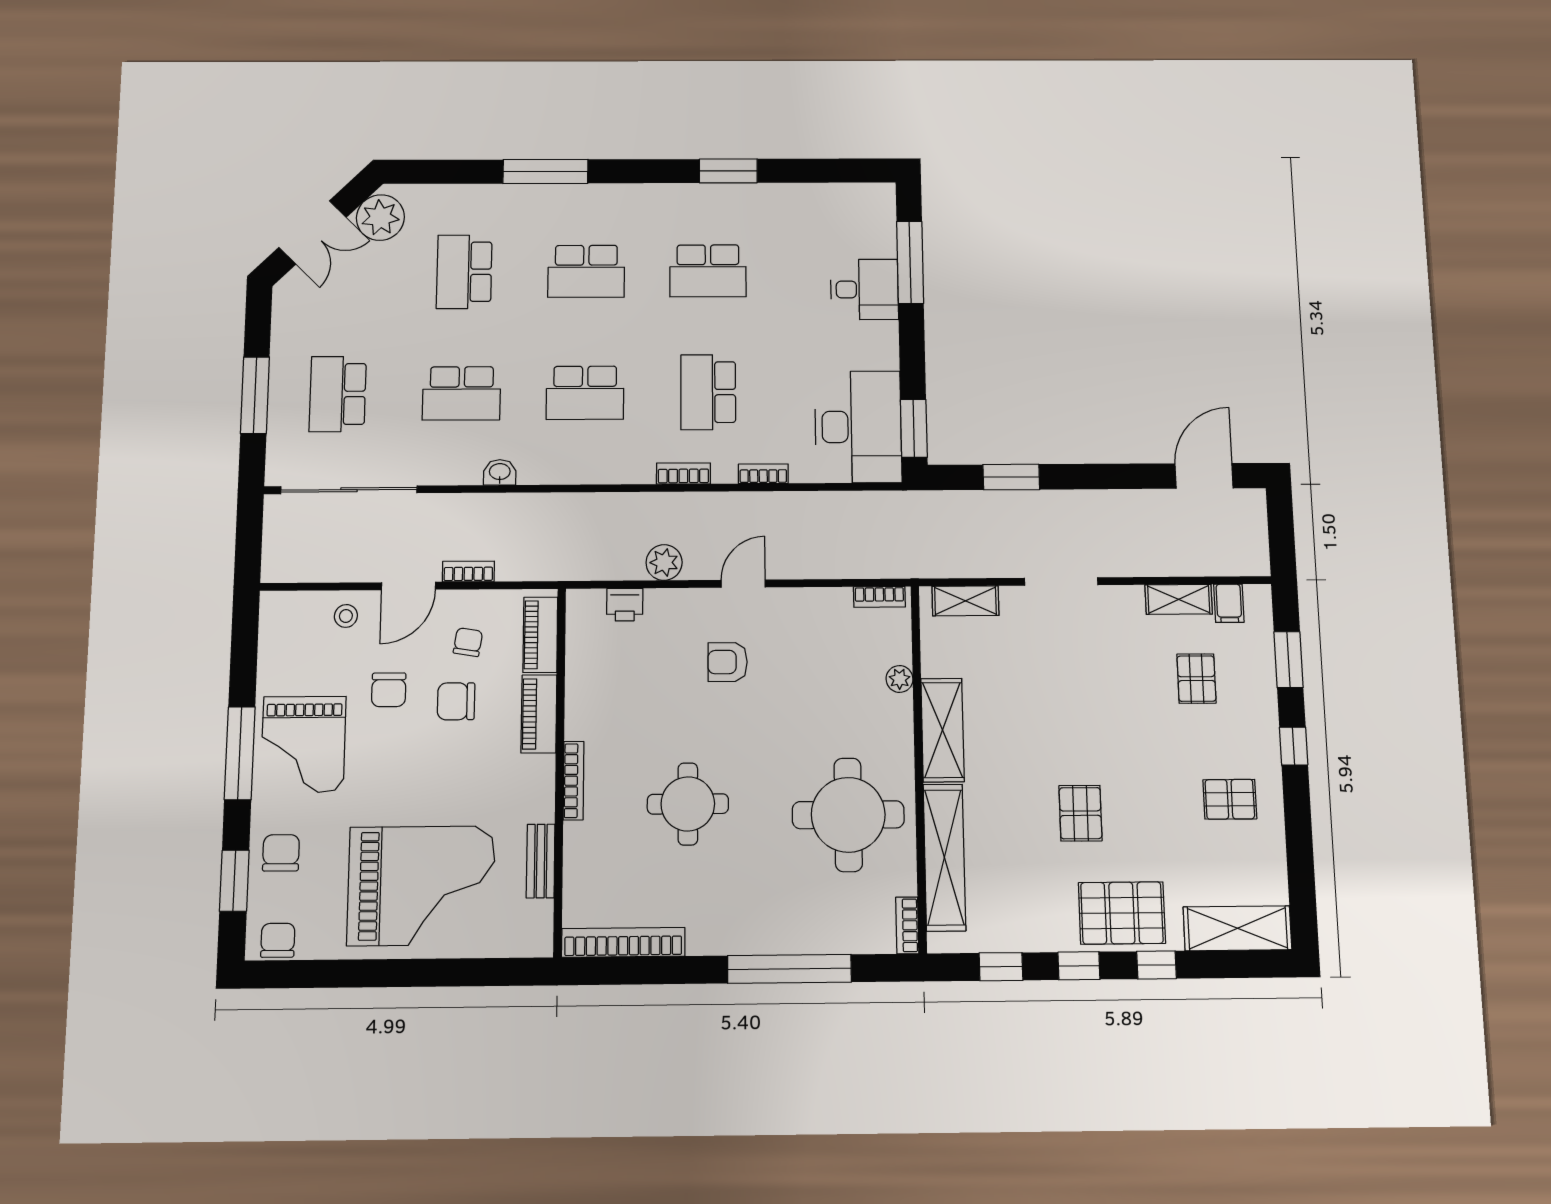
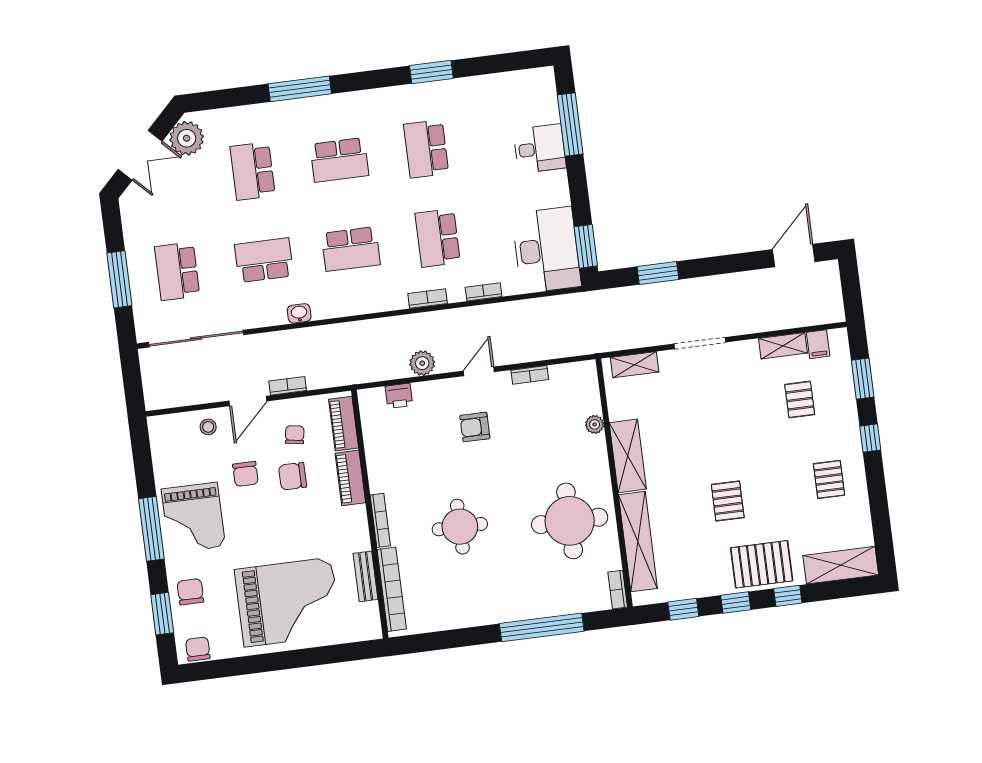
school desk: (708, 271) -> (426, 149), turned 90
school desk: (462, 393) -> (264, 260), turned 180
bookcase: (879, 597) -> (530, 375), moved
pallet: (1230, 799) -> (829, 479), turned 90
bookcase: (623, 942) -> (392, 589), moved, turned 90

